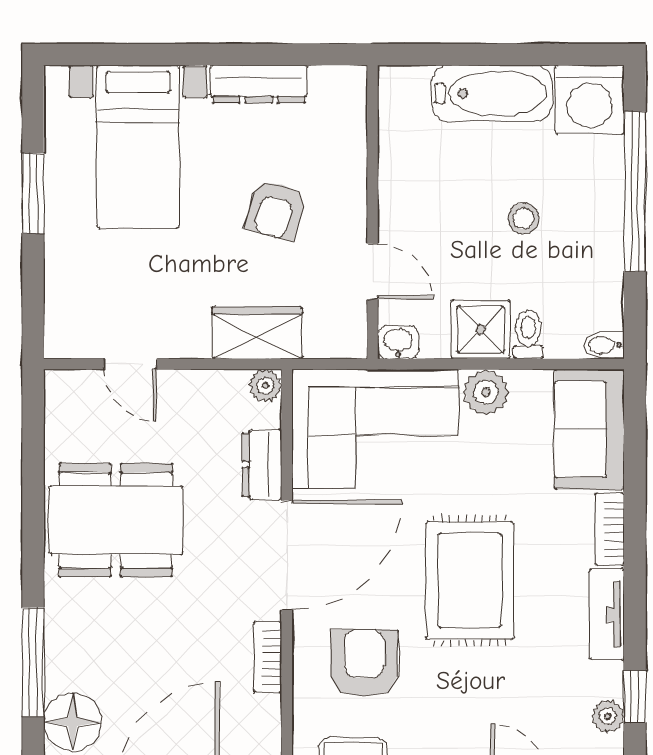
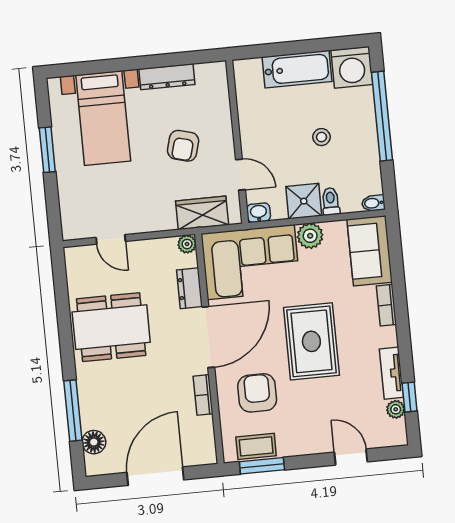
wardrobe: (257, 333) -> (202, 213), moved
tv unit: (607, 614) -> (391, 373), moved
floor lamp: (73, 722) -> (94, 442), width x0.73, depth x0.73

